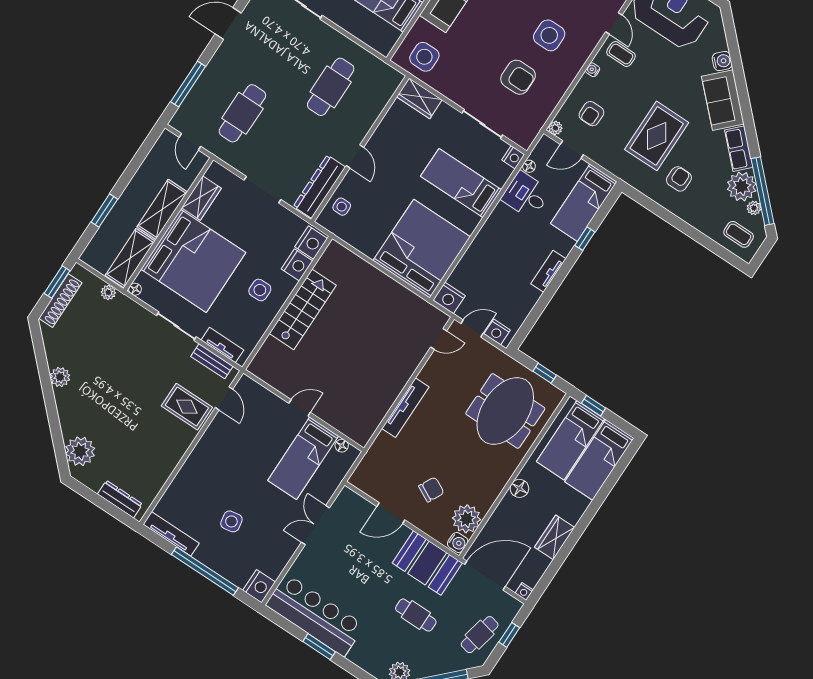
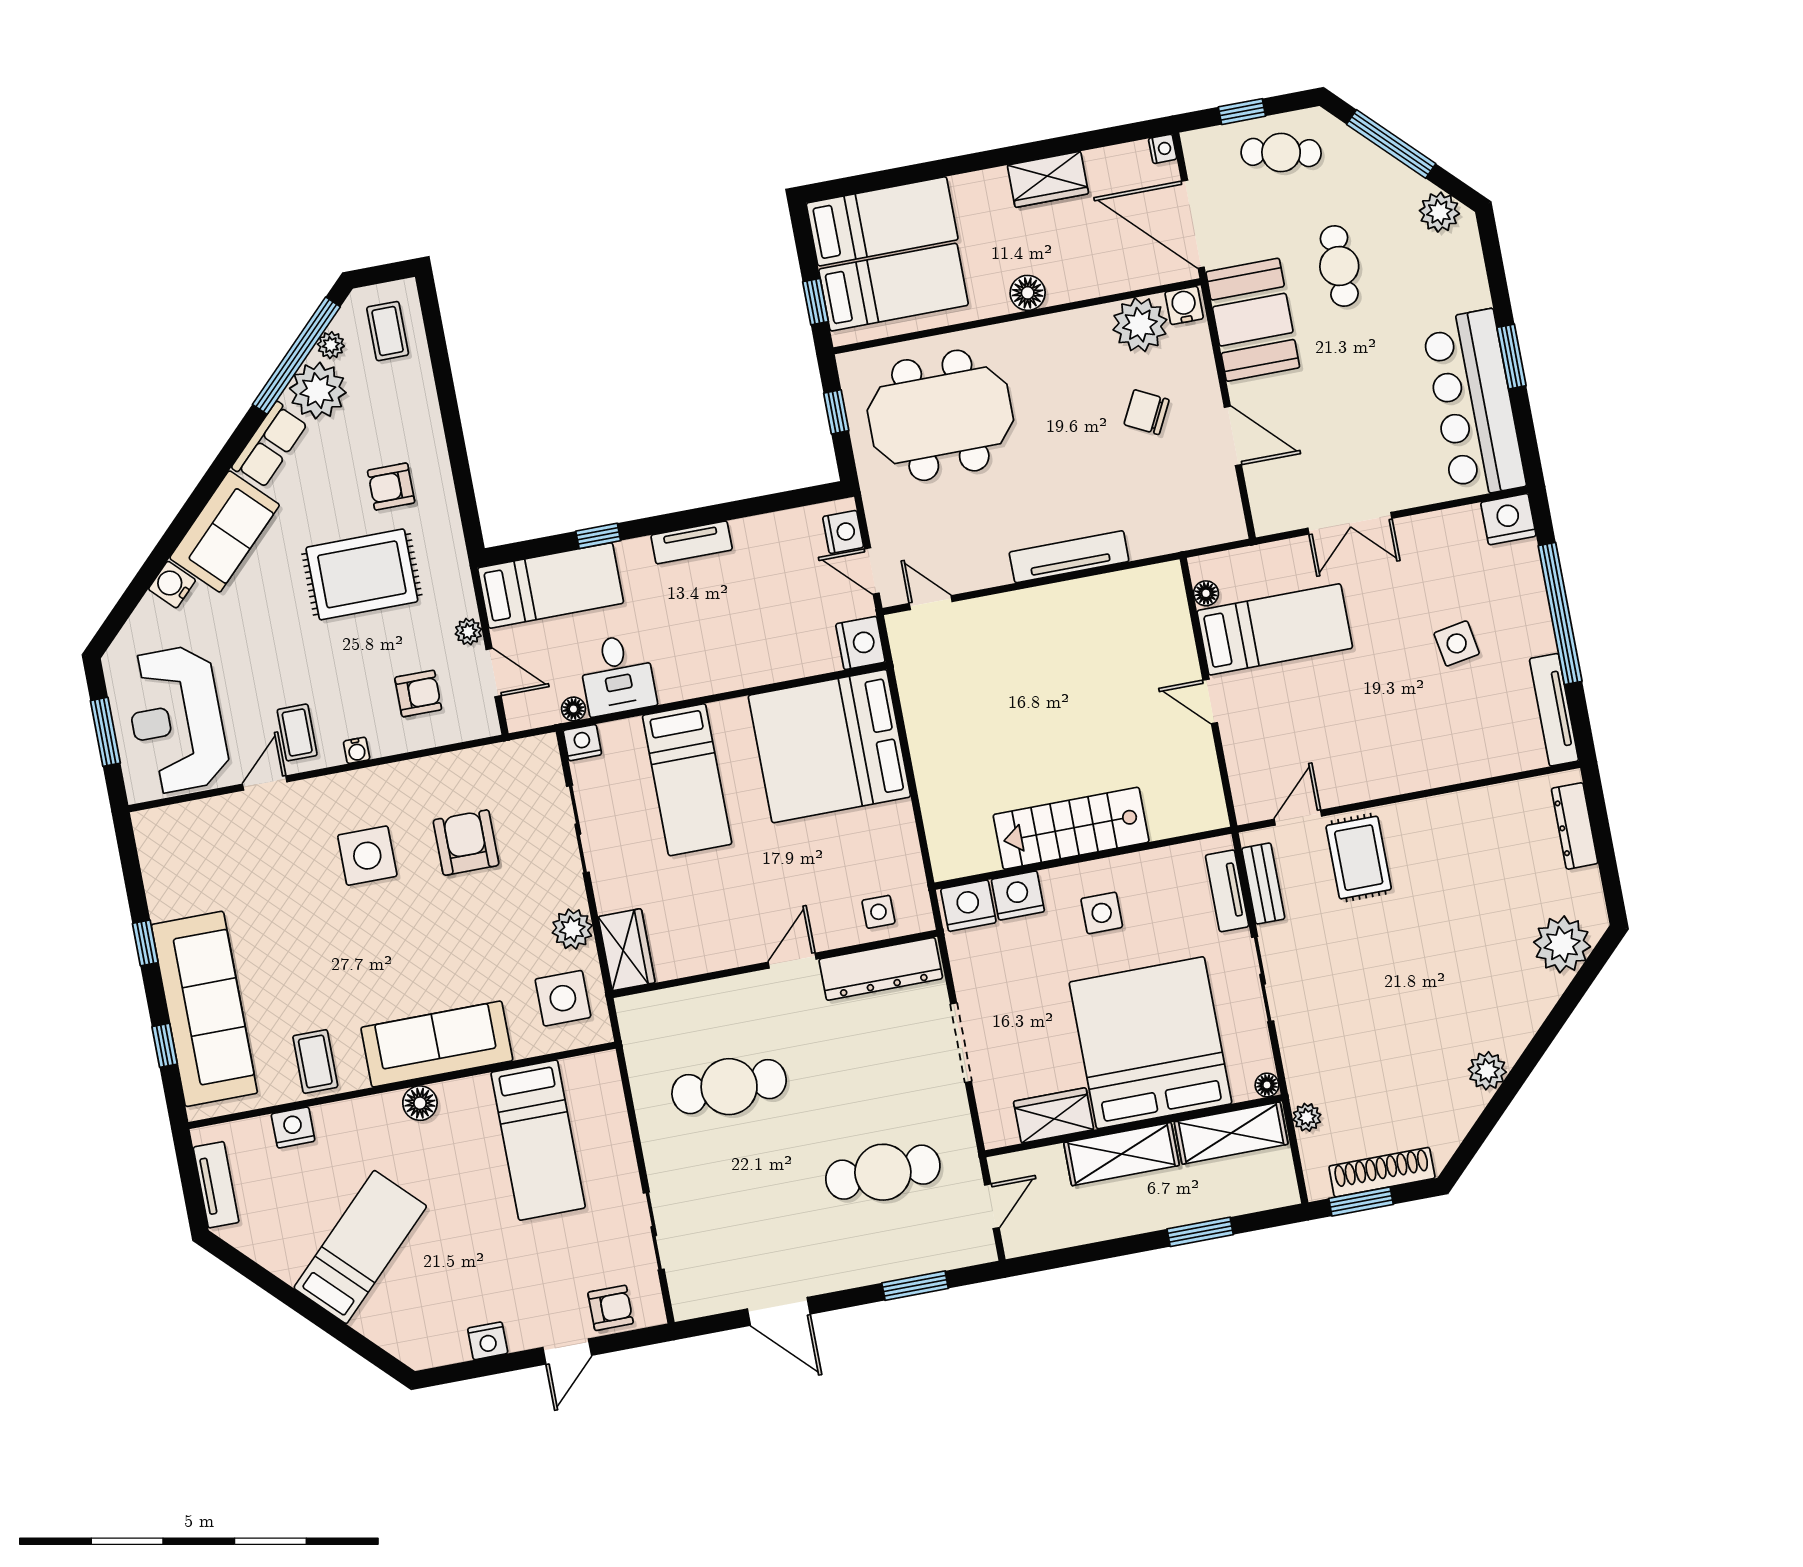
window: (188, 84) -> (915, 1286), width x0.69
plant: (447, 85) -> (572, 929), added
plant: (555, 128) -> (468, 632), moved

